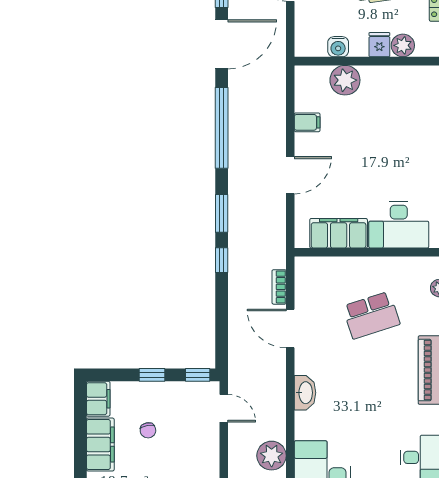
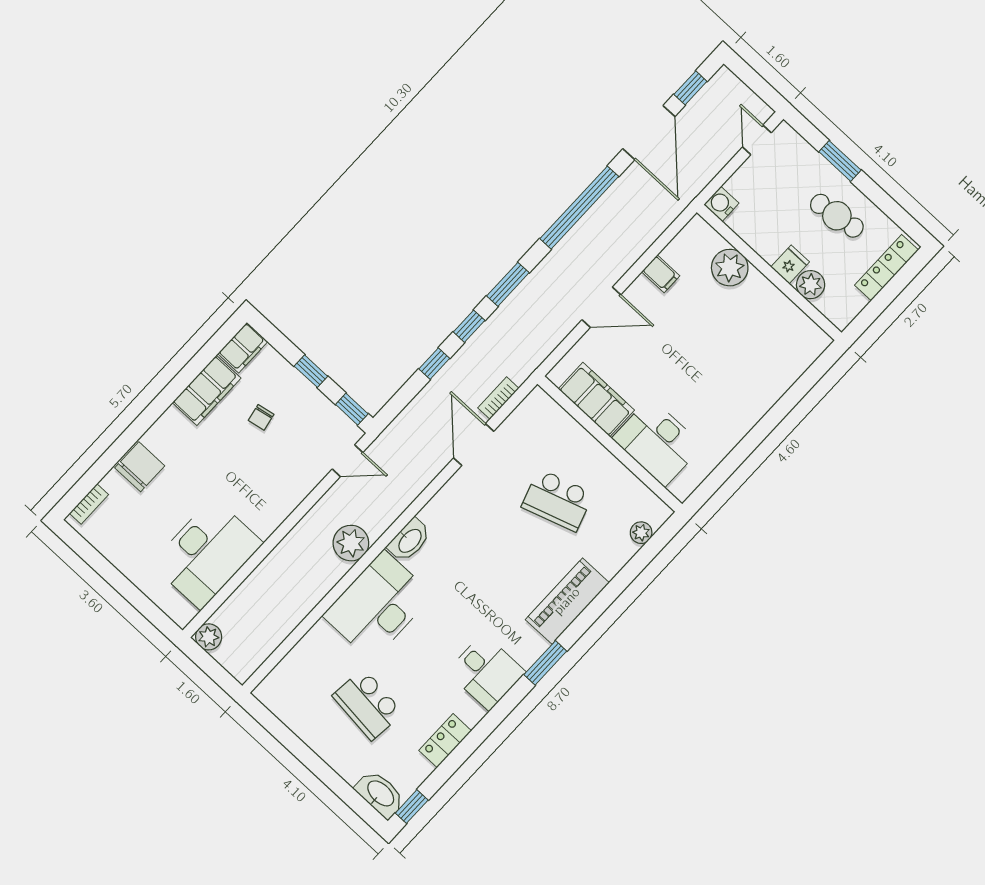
door: (222, 44) -> (649, 133), hinge flipped
water cooler: (338, 47) -> (721, 204), moved, turned 90
window: (222, 302) -> (434, 364), added
washbasin: (305, 393) -> (409, 540), moved
door: (224, 408) -> (348, 461), hinge flipped

